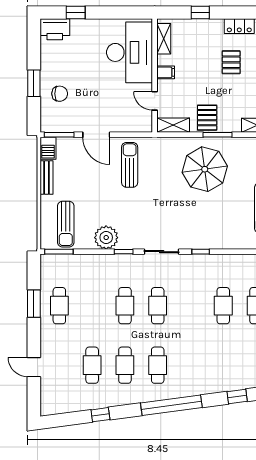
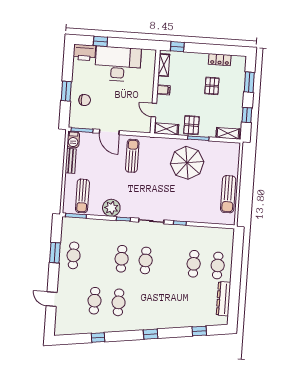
window: (200, 12) -> (177, 47), moved
desk: (129, 52) -> (118, 64), moved, turned -90
cafe table: (158, 365) -> (143, 304), removed
window: (171, 405) -> (151, 334), width x0.32

